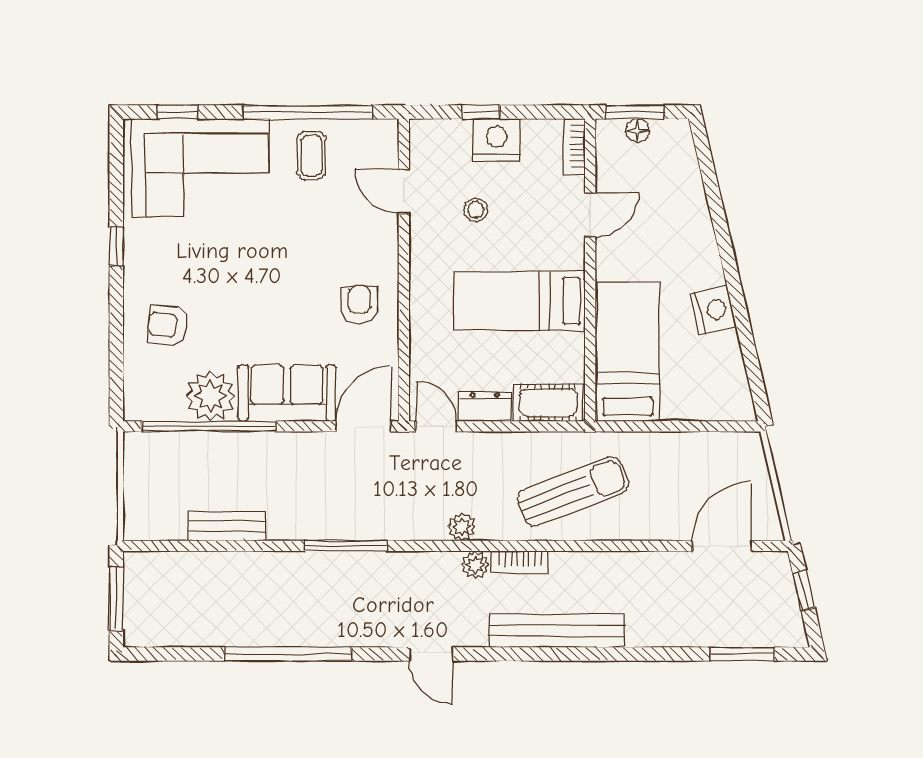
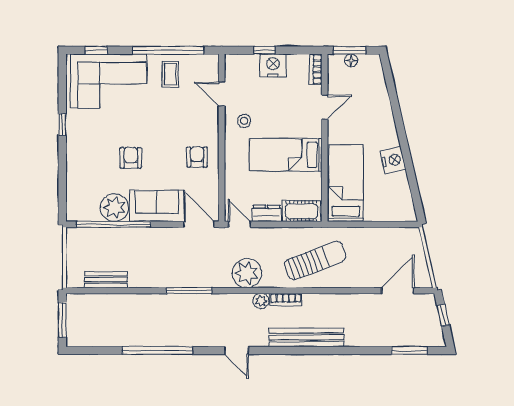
stool: (476, 210) -> (244, 121), moved
armchair: (168, 325) -> (131, 158), moved, turned 83
door: (363, 426) -> (199, 224), hinge flipped
bench: (227, 526) -> (106, 280), moved
plant: (462, 527) -> (247, 273), width x1.87, depth x1.87

